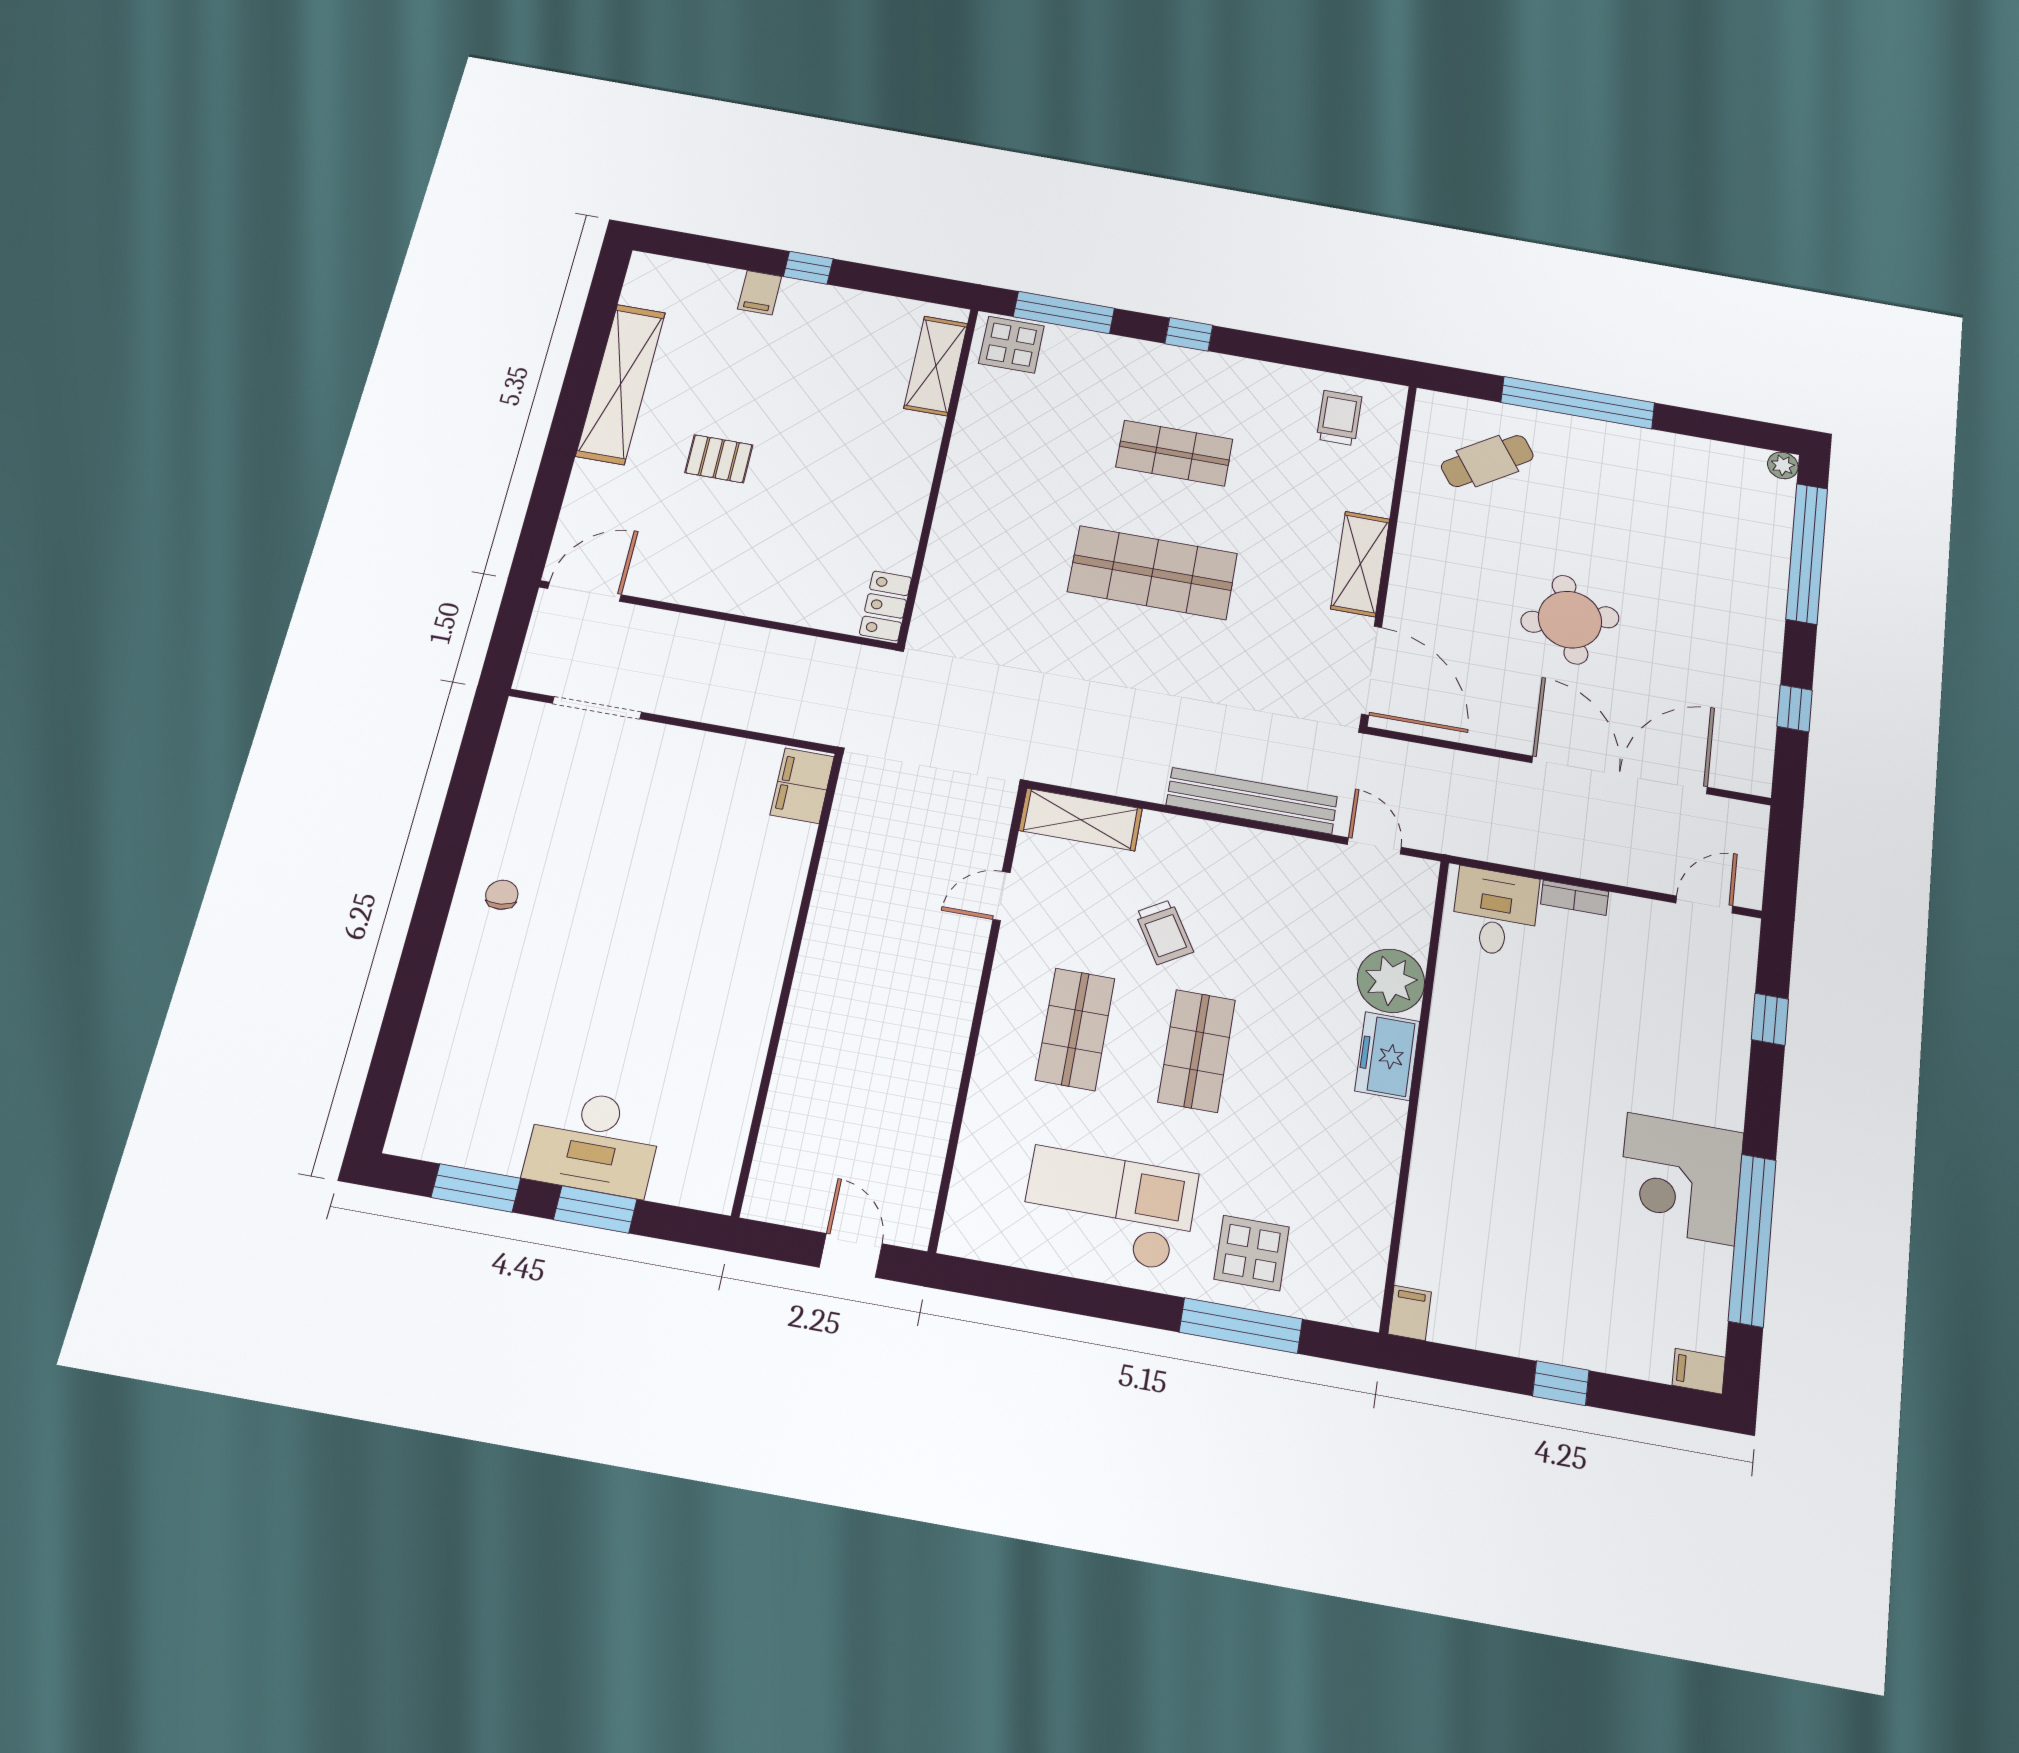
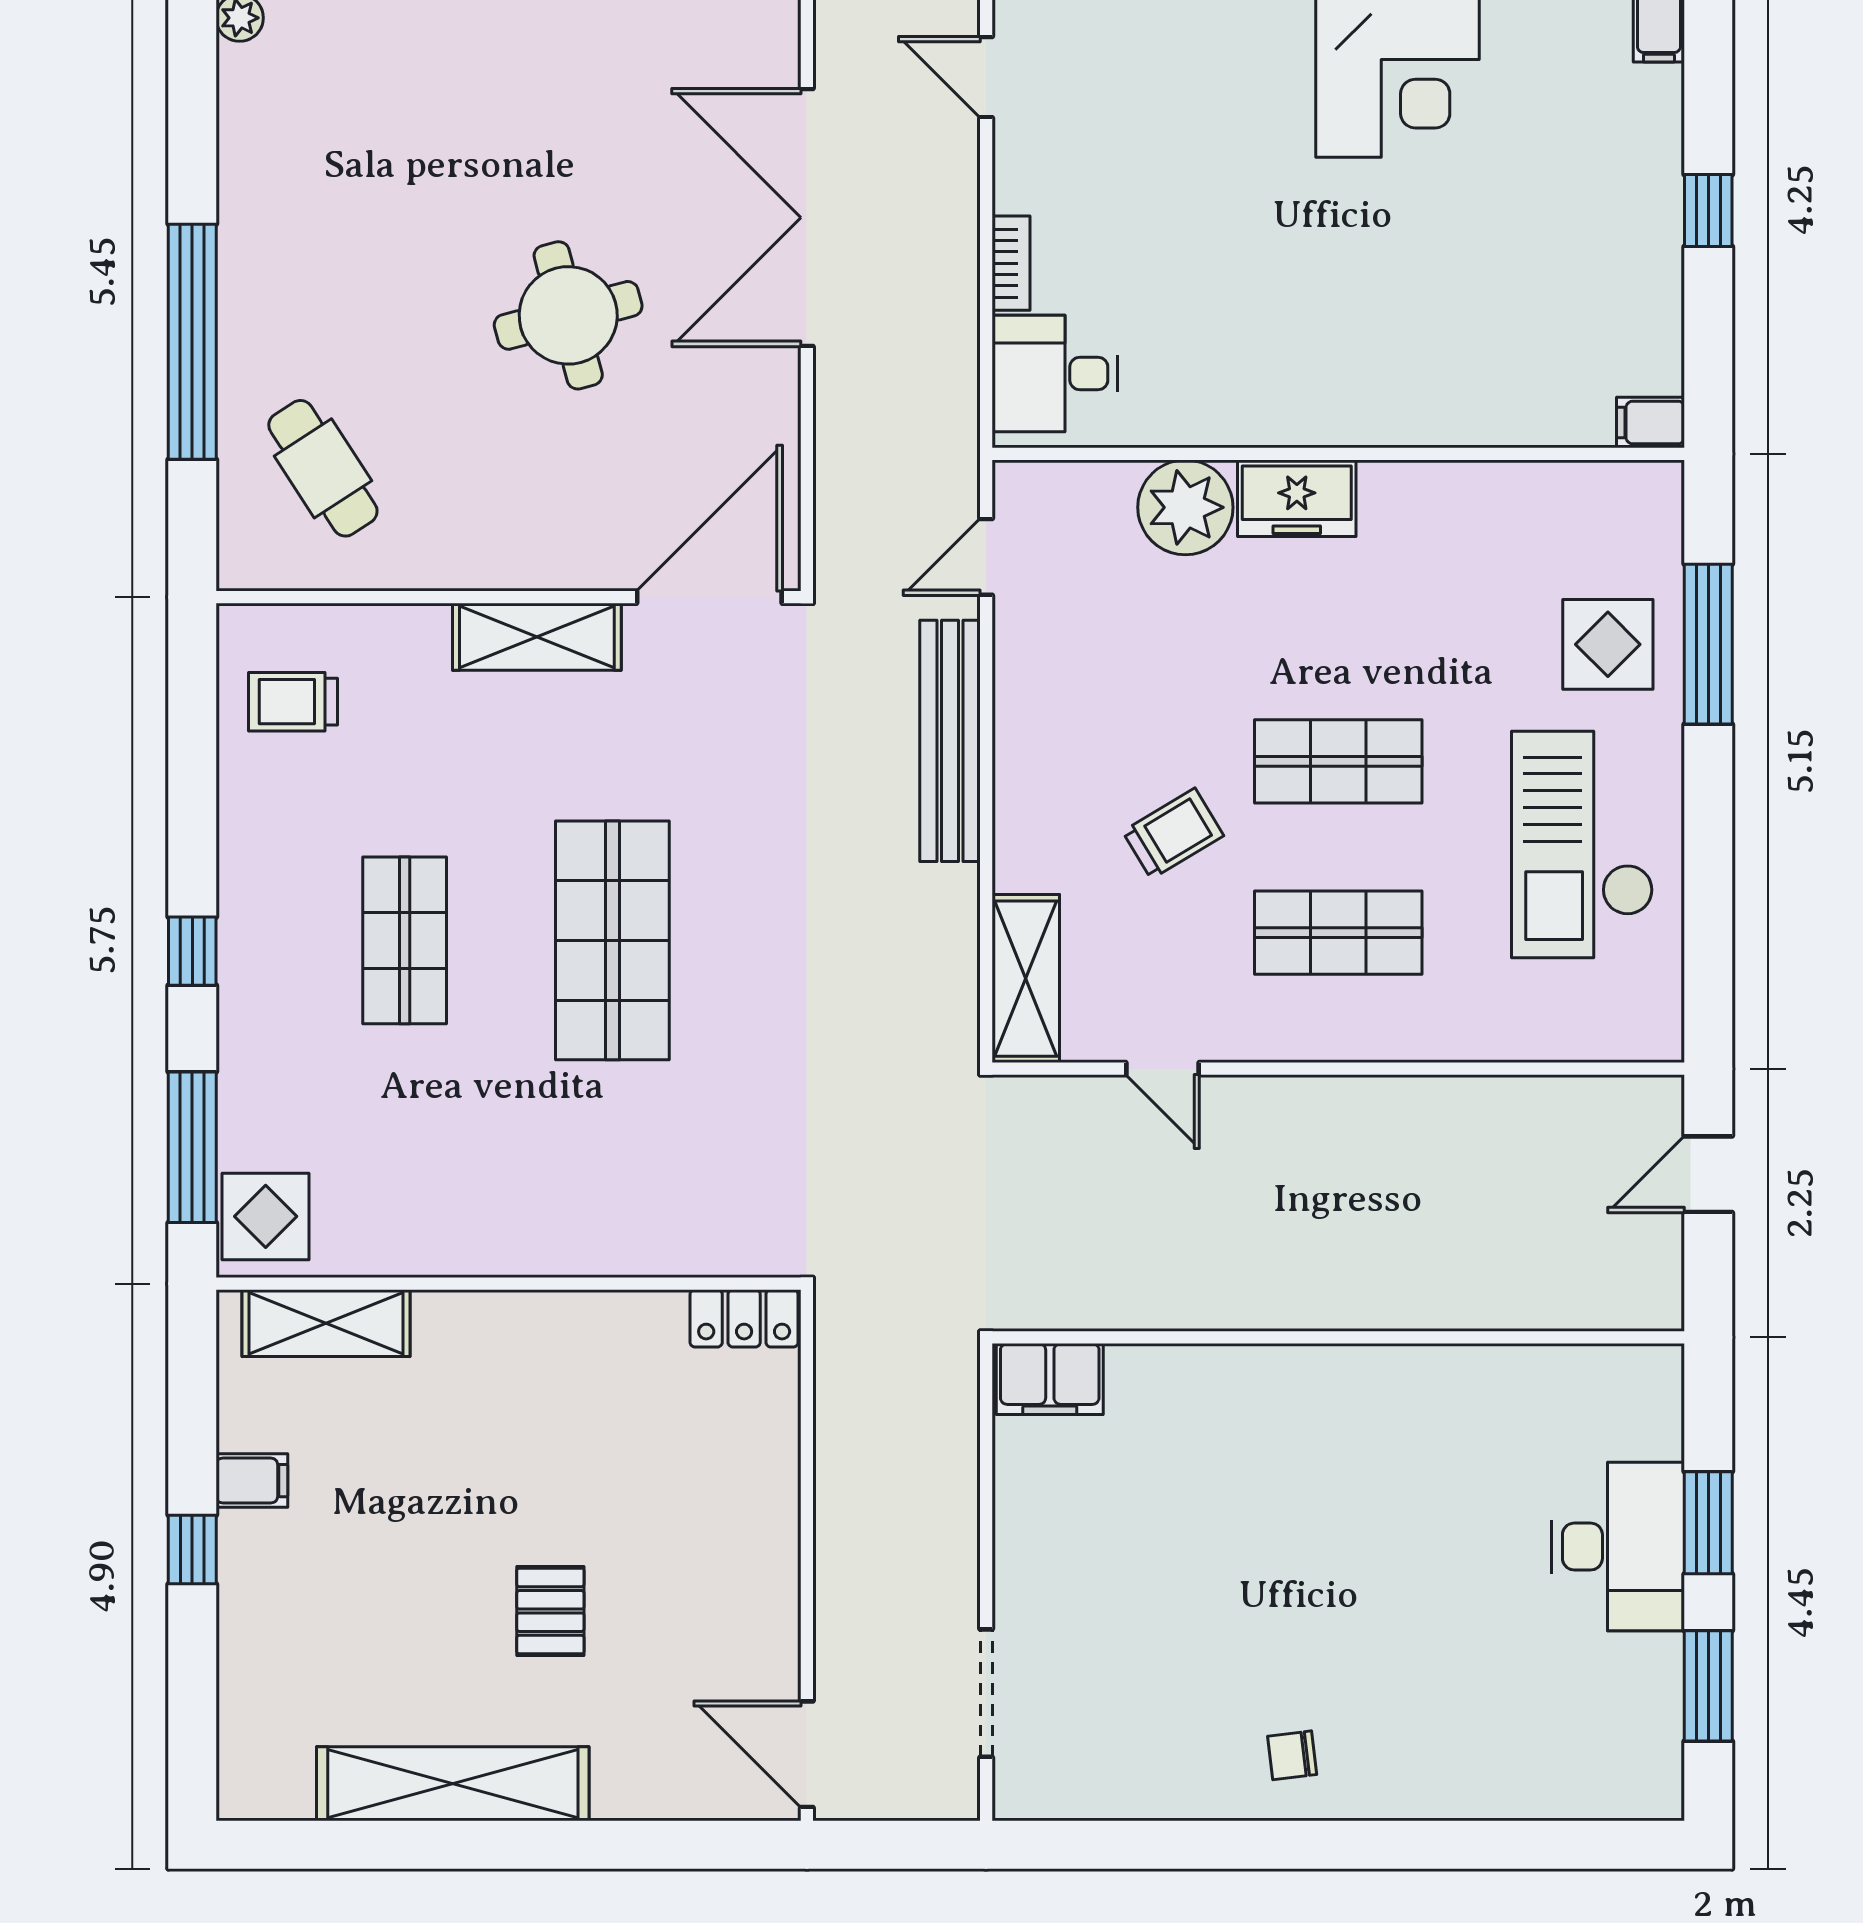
filing cabinet: (760, 293) -> (252, 1481), moved

